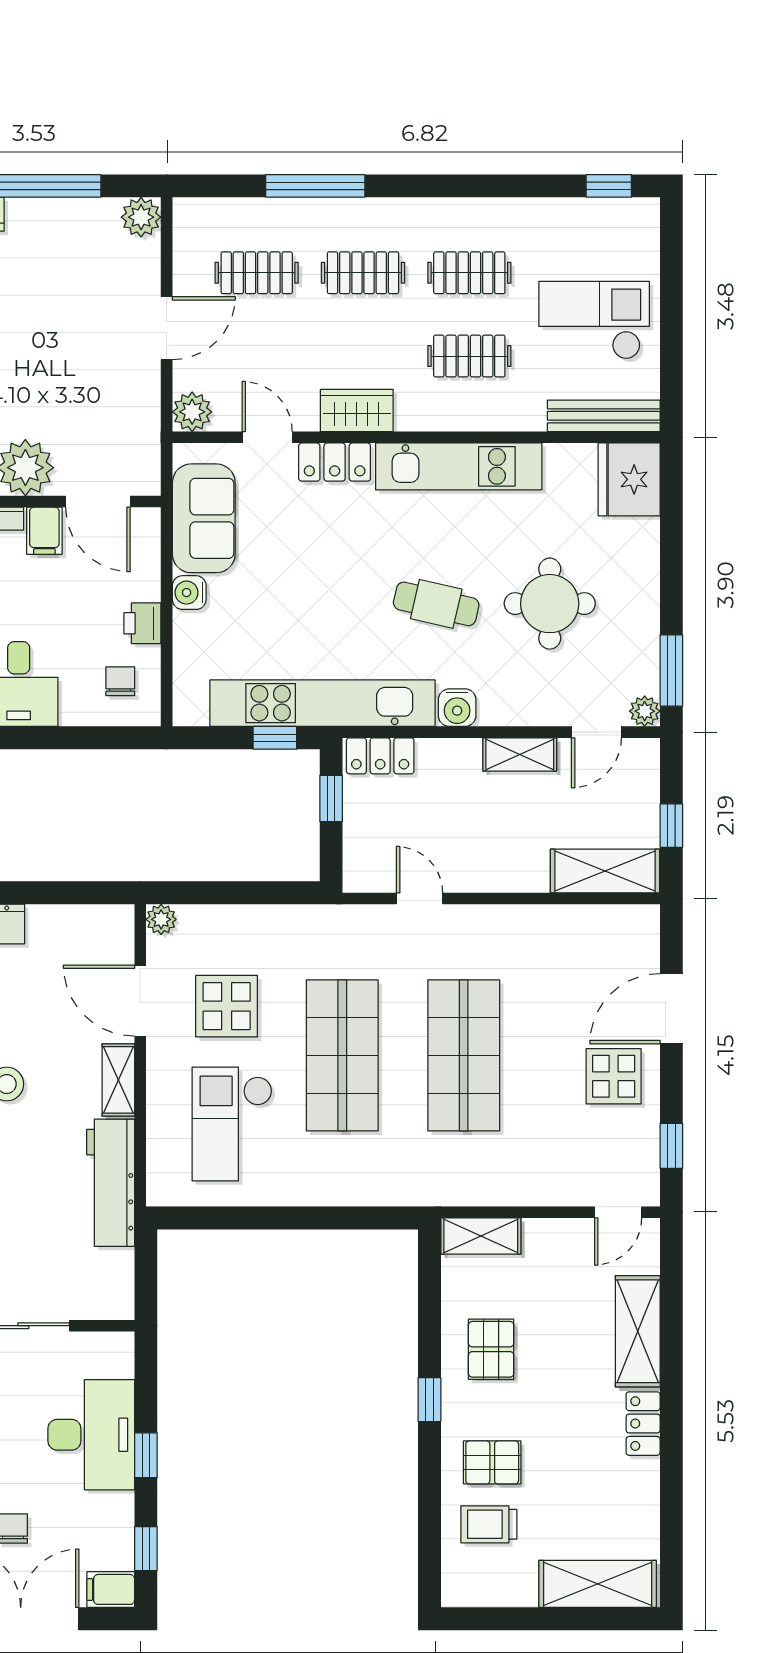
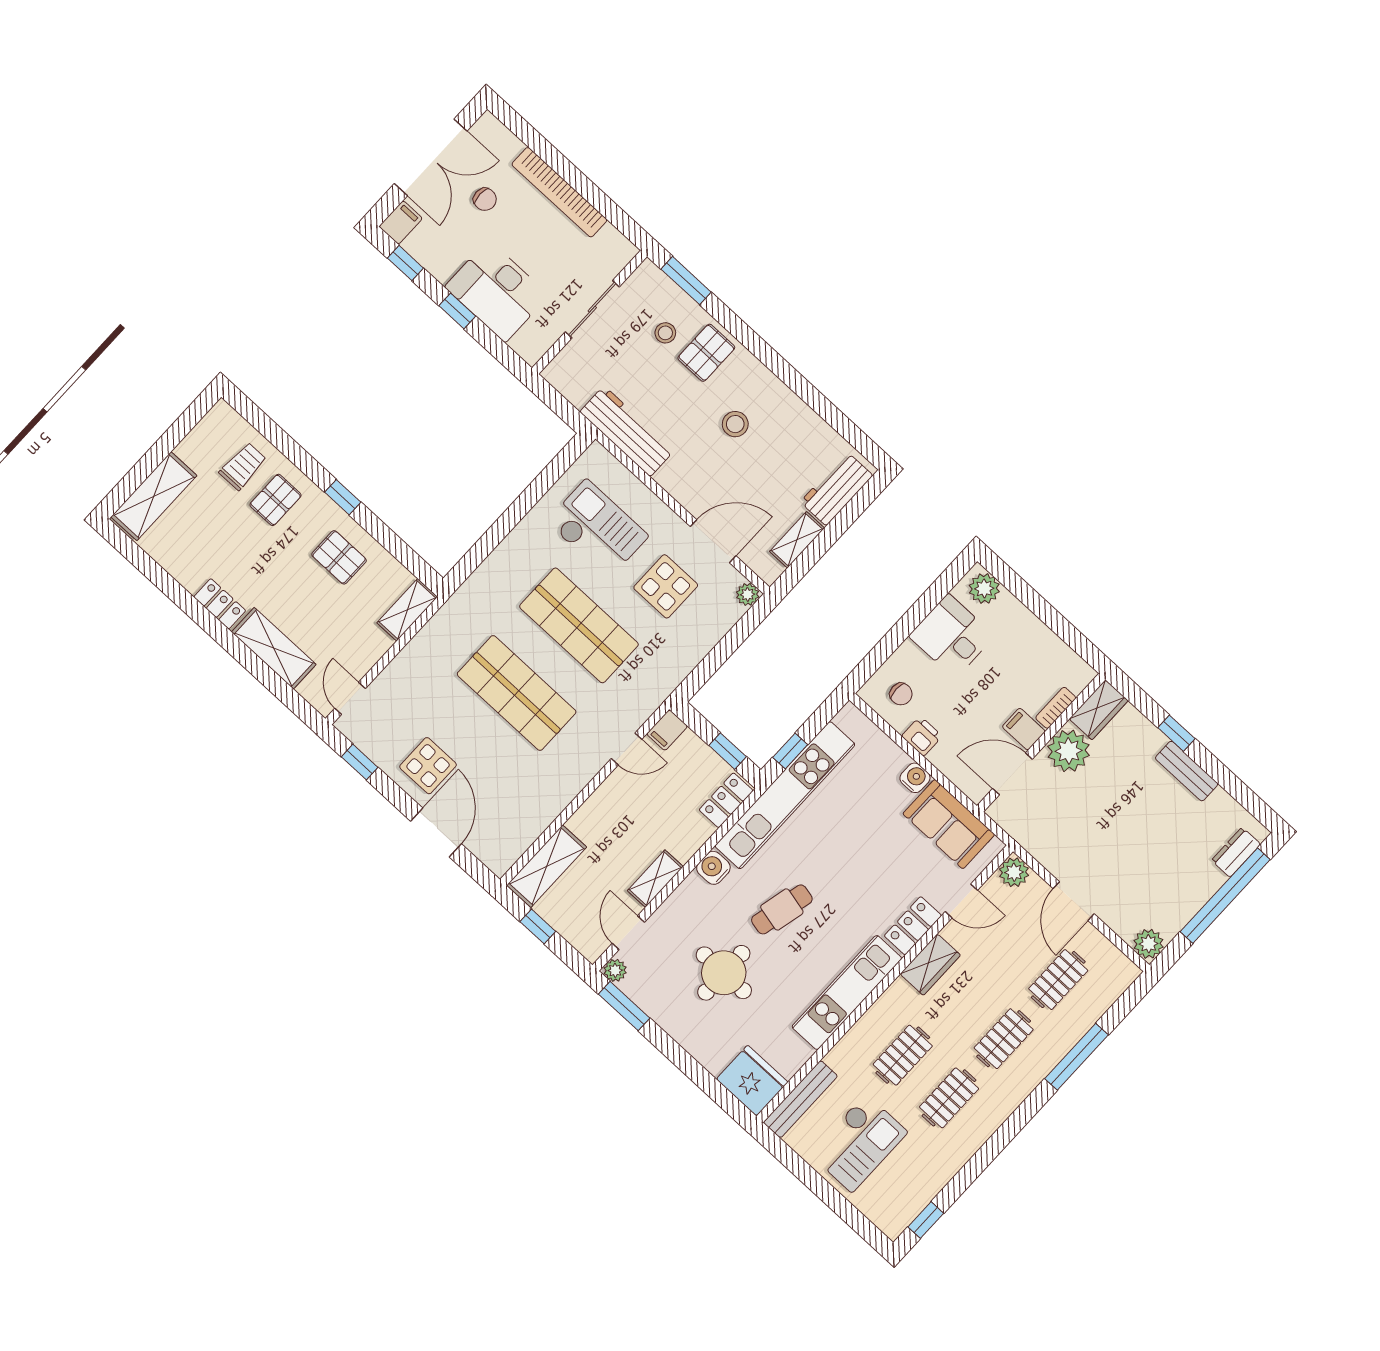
filing cabinet: (365, 876) -> (667, 730), added
shelving: (118, 1080) -> (797, 540), moved, turned 90

